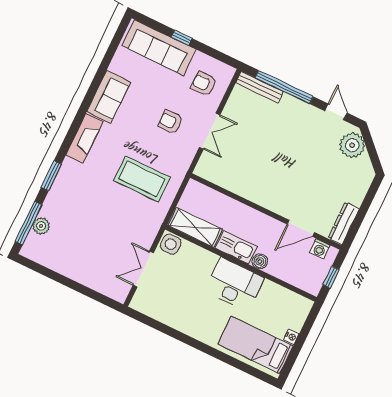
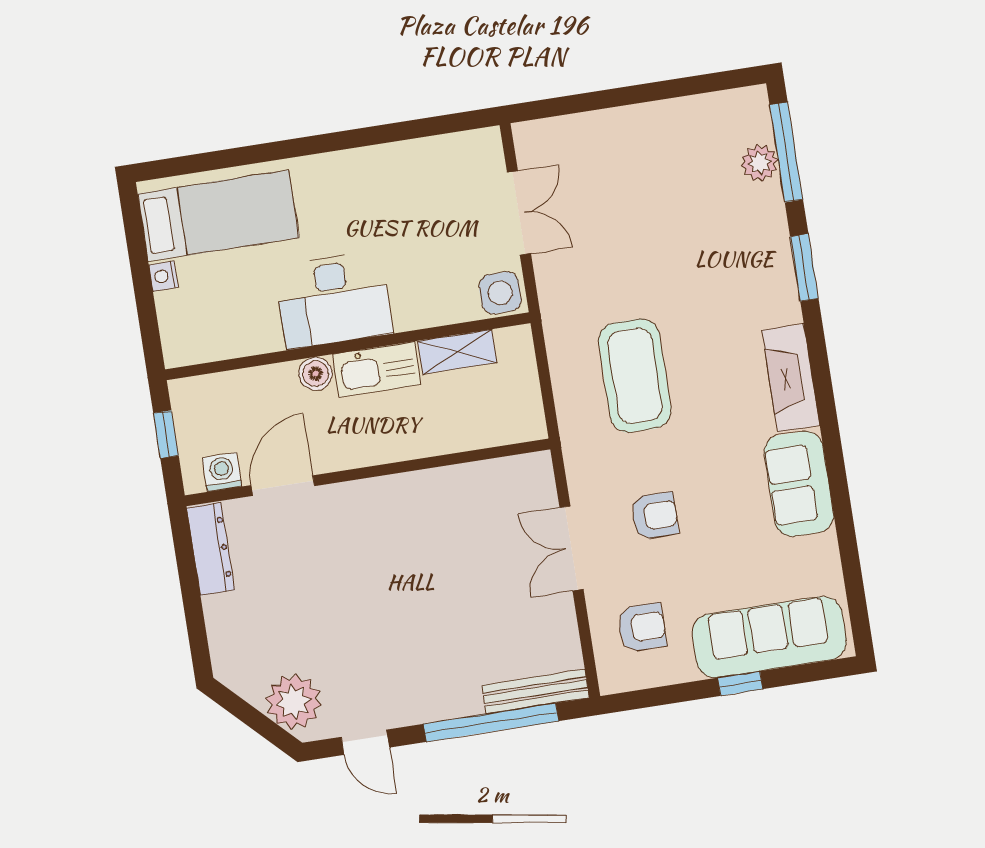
coffee table: (142, 179) -> (635, 376), turned 90
shelving: (195, 227) -> (457, 352), width x0.67, depth x0.75

